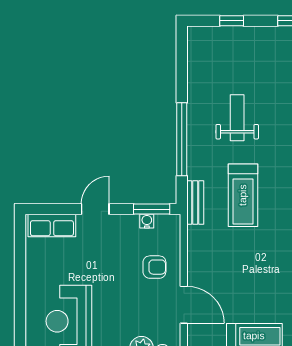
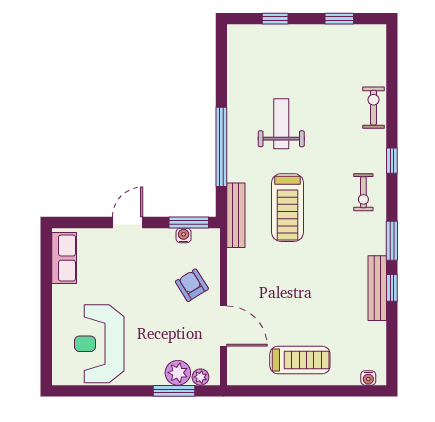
bench: (195, 202) -> (236, 215), width x1.36
row of seats: (52, 226) -> (64, 258), moved, turned -90
armchair: (154, 267) -> (192, 285), turned -122

